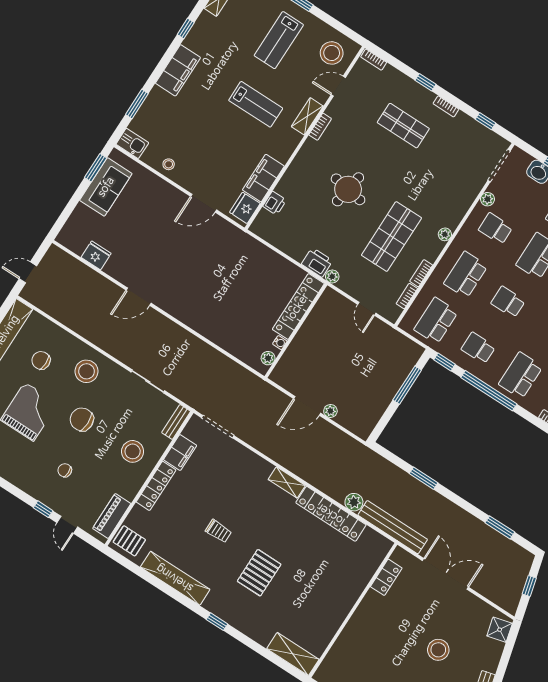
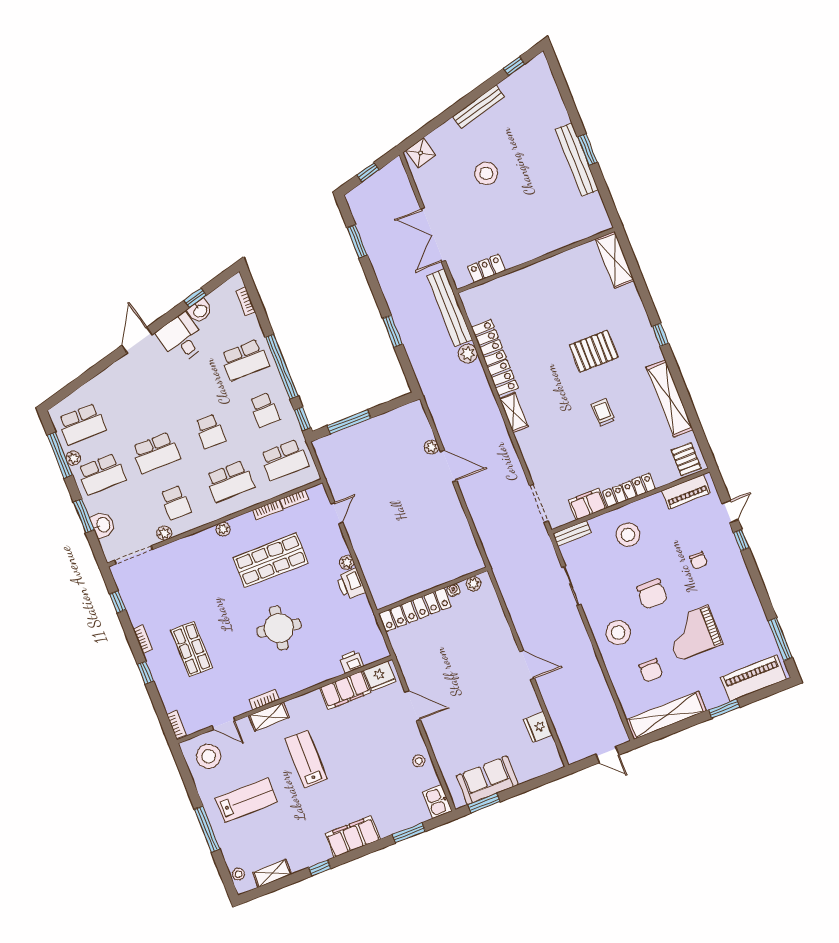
locker: (298, 307) -> (415, 610), moved
wall: (296, 331) -> (432, 590), moved
water cooler: (280, 343) -> (454, 590), moved
plant: (268, 358) -> (473, 584), moved

